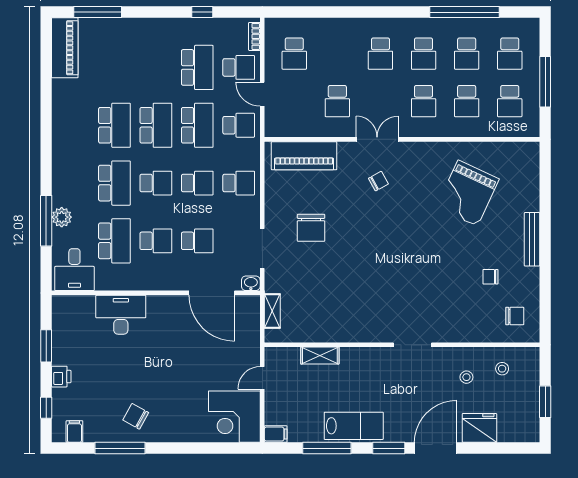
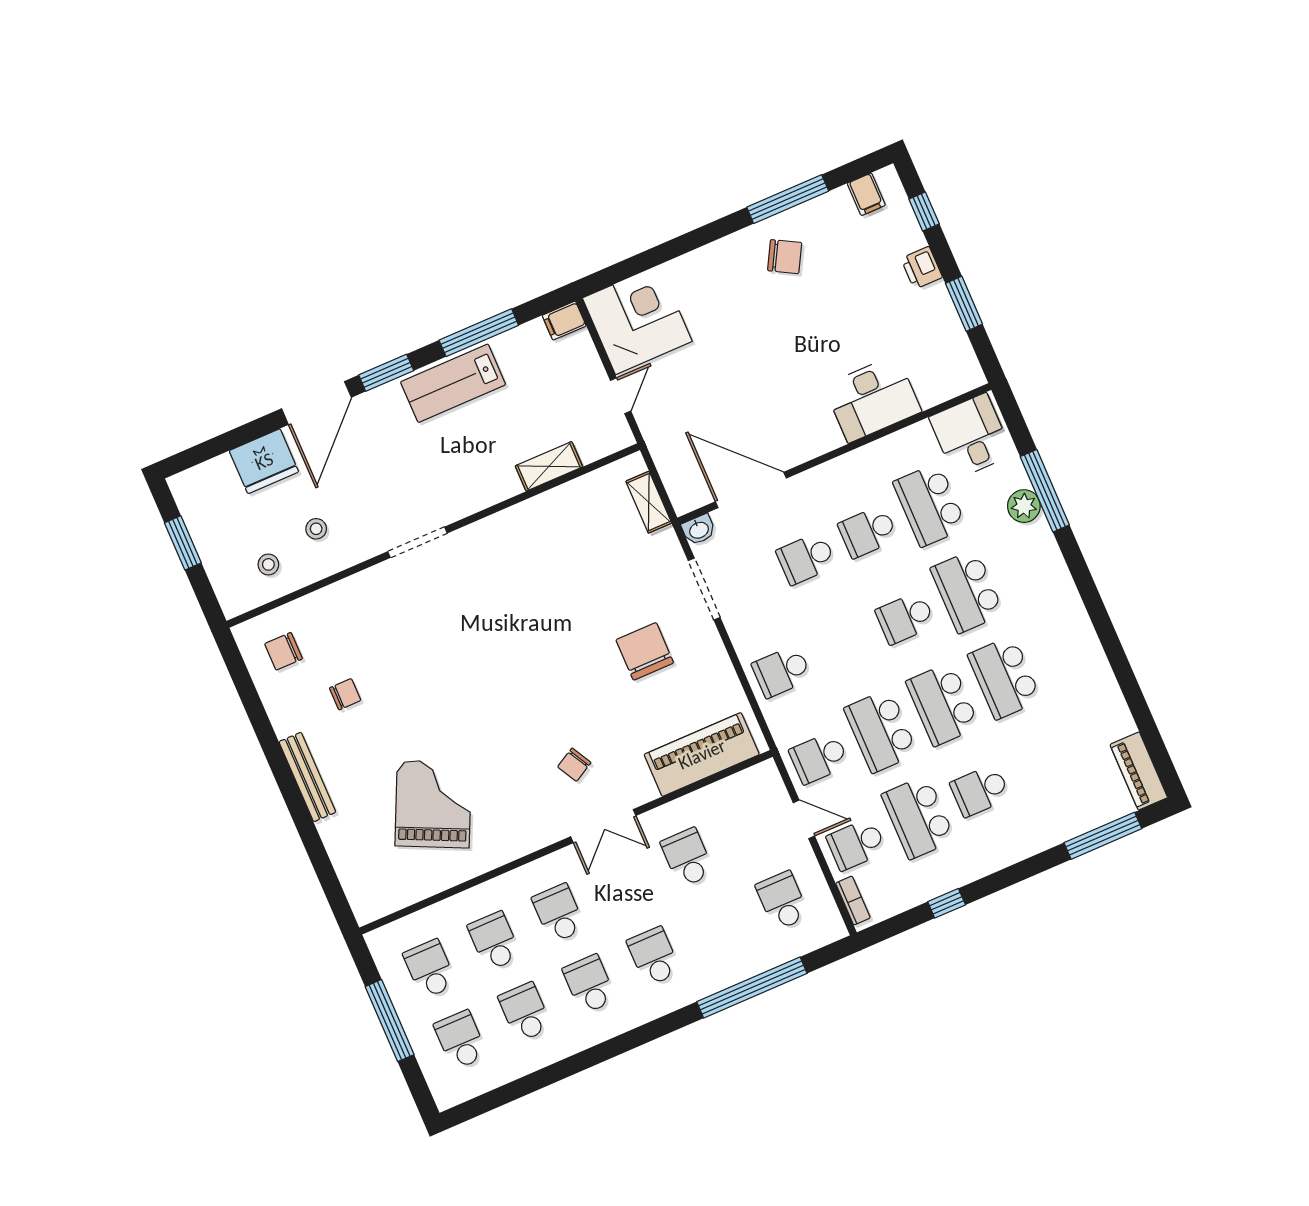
window: (464, 12) -> (752, 988), moved
piano: (65, 48) -> (1139, 771), width x0.73, depth x0.75
school desk: (197, 183) -> (980, 791), moved

